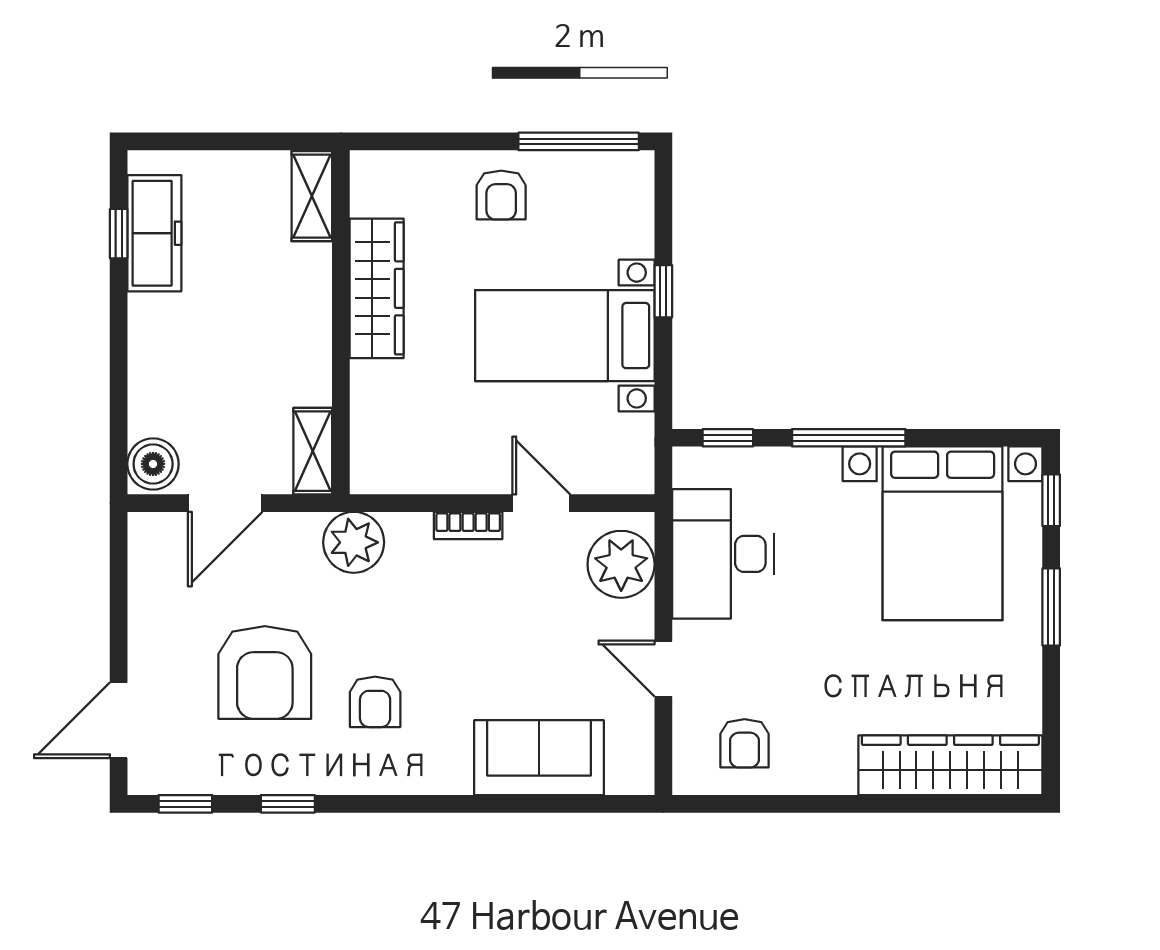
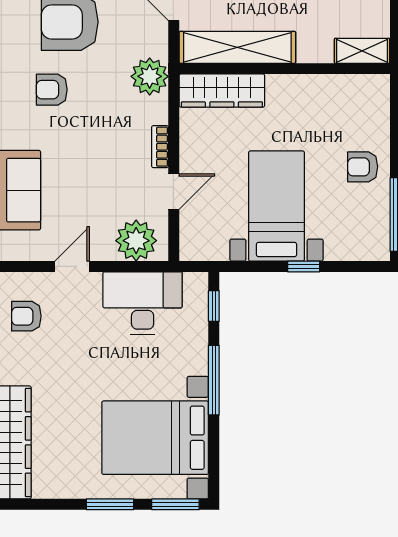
wardrobe: (377, 288) -> (222, 91), moved
shelving: (313, 451) -> (237, 47), width x2.20, depth x1.33
window: (1051, 500) -> (175, 504), width x1.50

